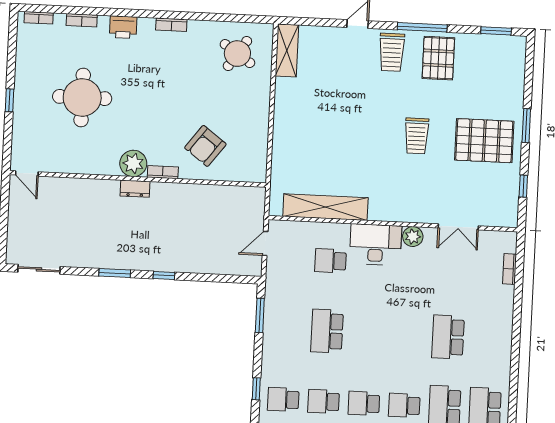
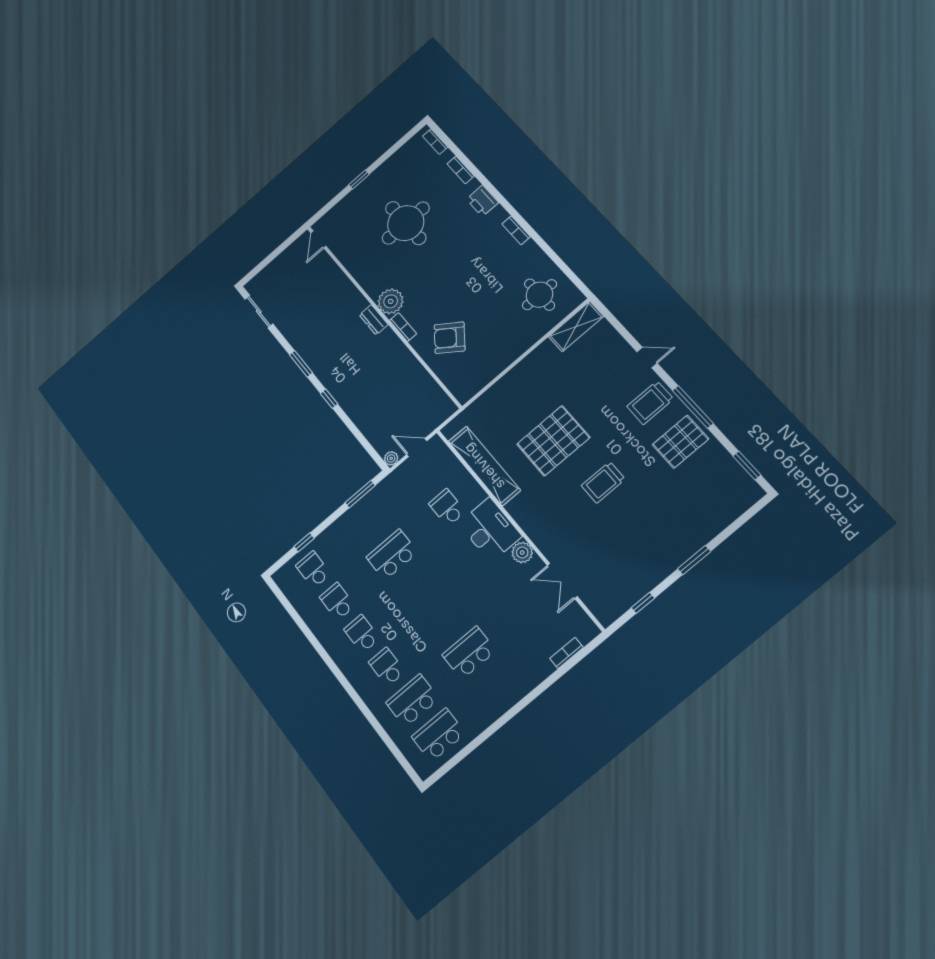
round table: (237, 54) -> (539, 295), turned -34
pallet: (484, 141) -> (553, 441), moved, turned 90
plant: (255, 269) -> (391, 458), added

